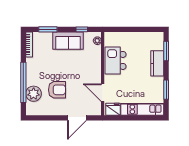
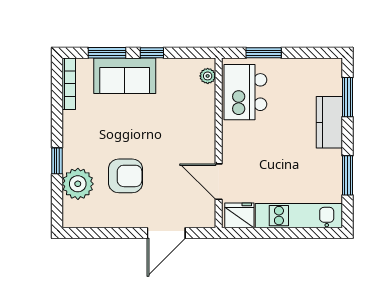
window: (82, 29) -> (152, 53), moved
window: (125, 29) -> (264, 53), added
sofa: (68, 41) -> (125, 76), moved
kitchen island: (115, 60) -> (245, 92), moved
window: (23, 82) -> (57, 161), width x0.32

